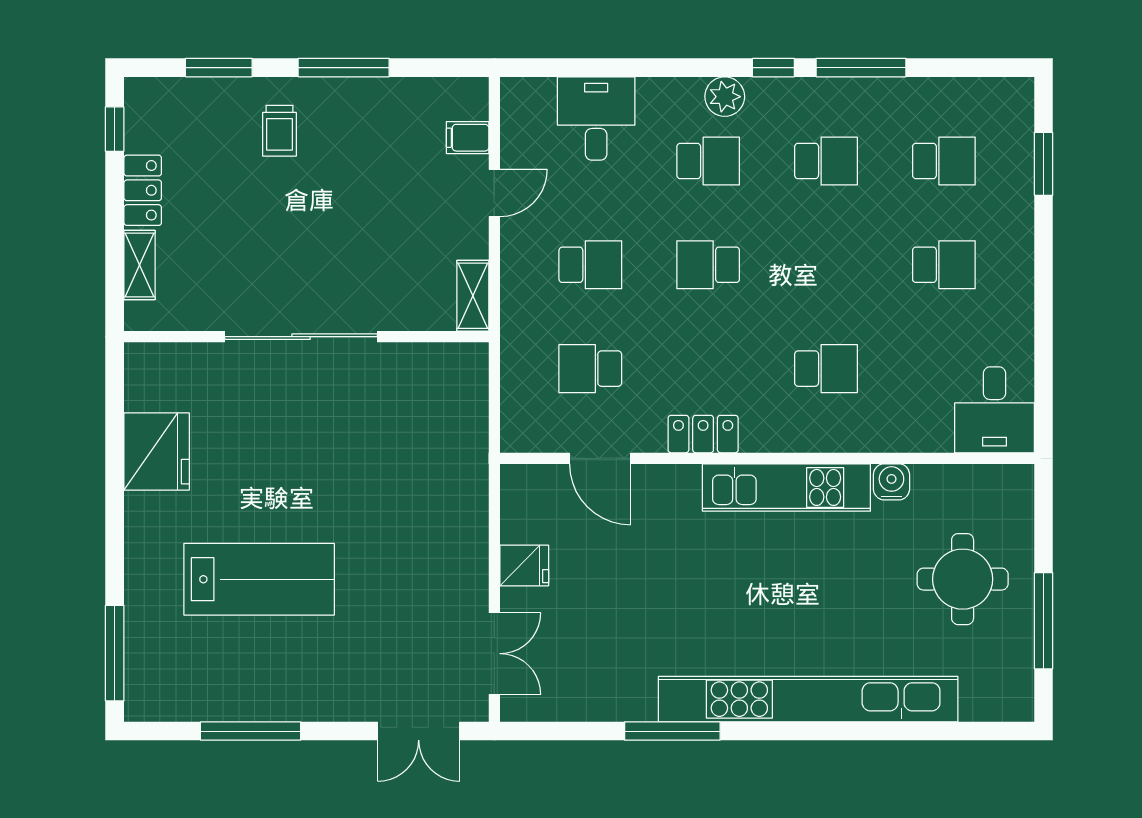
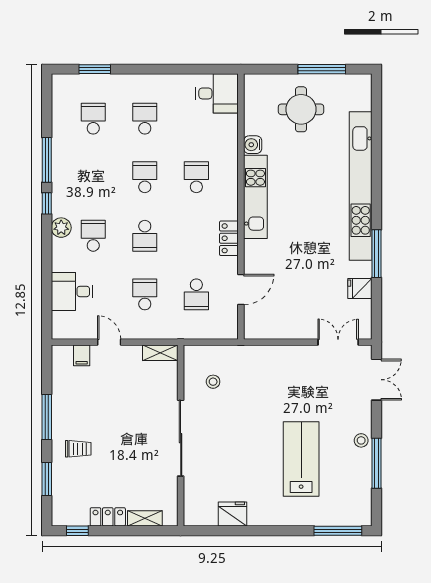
school desk: (826, 161) -> (145, 177), moved
stool: (415, 402) -> (213, 382), added
fridge: (157, 452) -> (233, 514), width x0.73, depth x0.75
fridge: (524, 565) -> (360, 288), moved, turned -90
stool: (296, 700) -> (361, 440), added

